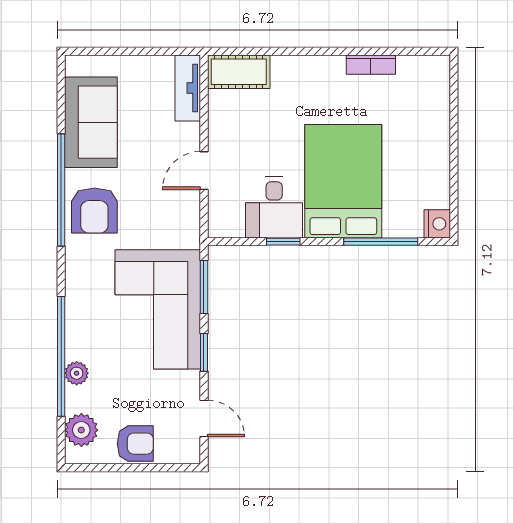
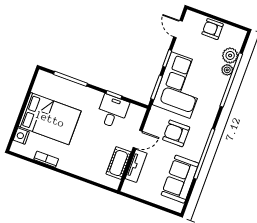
cot: (239, 72) -> (119, 163), moved, turned 90
tv unit: (188, 88) -> (136, 166), moved
bed: (343, 181) -> (50, 119), moved, turned -90
armchair: (94, 210) -> (176, 133), moved, turned -90
nightstand: (437, 224) -> (21, 136), moved
plant: (81, 430) -> (230, 55), moved

